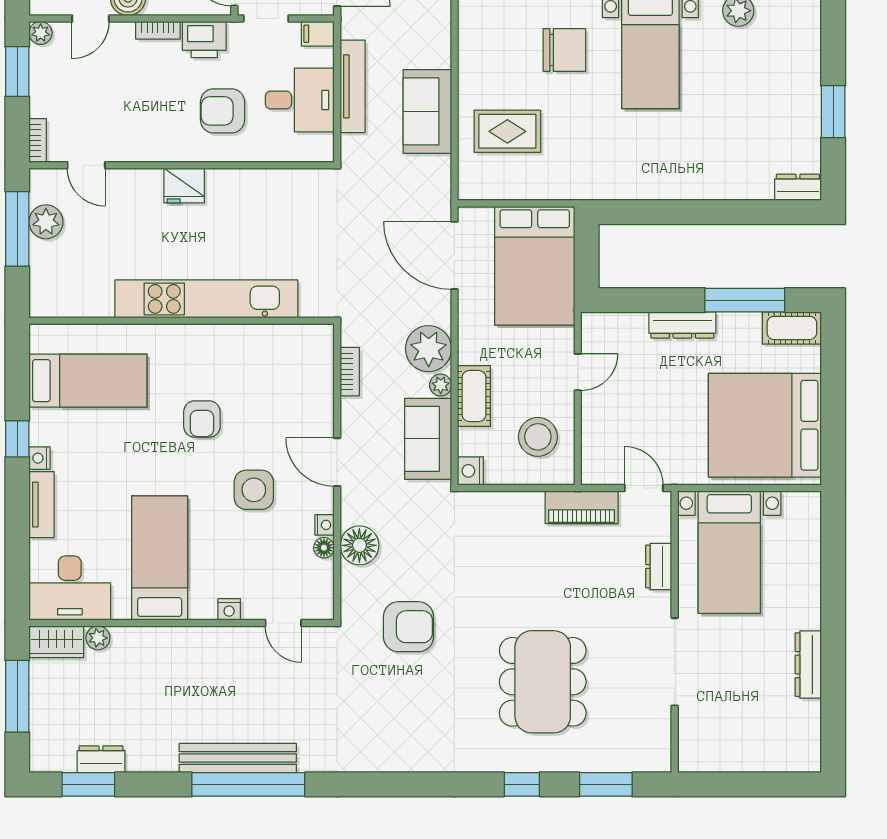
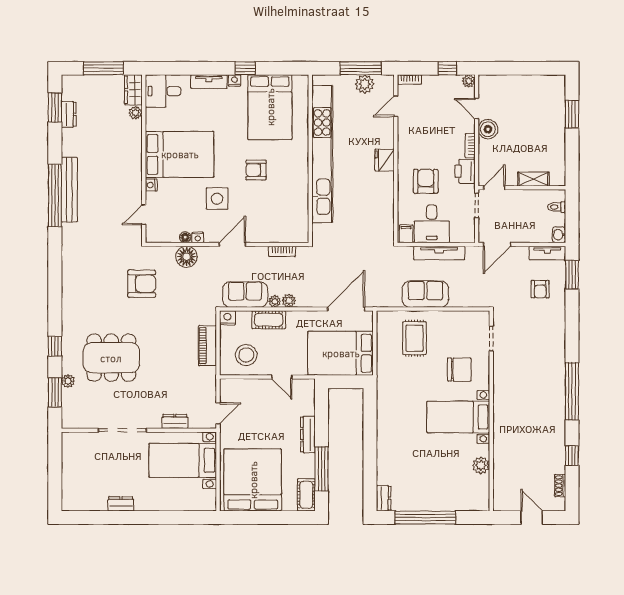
filing cabinet: (318, 34) -> (406, 234), moved
chair: (564, 50) -> (459, 370), turned -90
window: (17, 72) -> (447, 68), width x0.67
window: (833, 112) -> (425, 518), width x2.11
kitchen unit: (206, 299) -> (322, 154), width x1.36
plant: (429, 349) -> (289, 301), width x0.53, depth x0.53
bed: (88, 381) -> (270, 107), width x1.50
piano: (582, 507) -> (207, 346), moved
bed: (160, 558) -> (180, 154), width x1.50
desk: (70, 588) -> (163, 91), width x0.73
armchair: (408, 627) -> (142, 284), turned -90
dresser: (808, 665) -> (121, 504), width x0.70
plant: (585, 760) -> (68, 381), added

